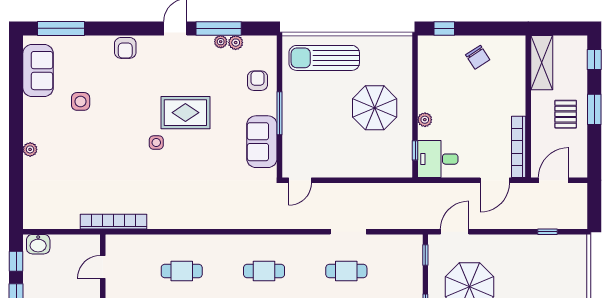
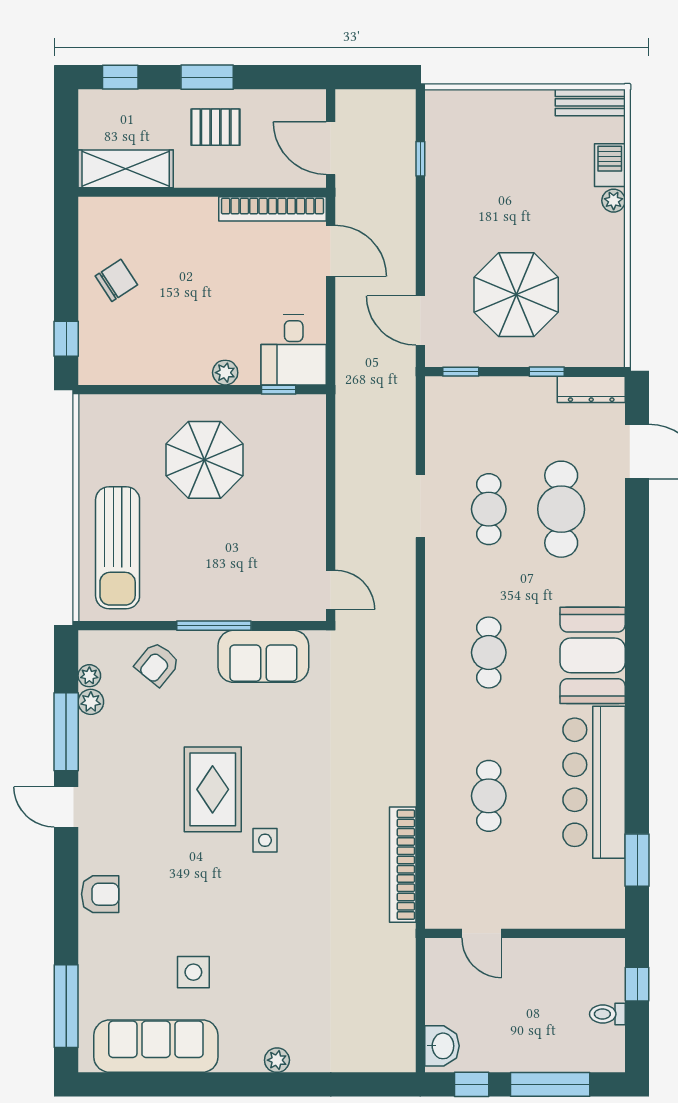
plant: (221, 42) -> (89, 676), moved
sofa: (38, 71) -> (156, 1046), width x1.36
armchair: (257, 81) -> (157, 664), turned -51
bookcase: (114, 222) -> (403, 865), moved

